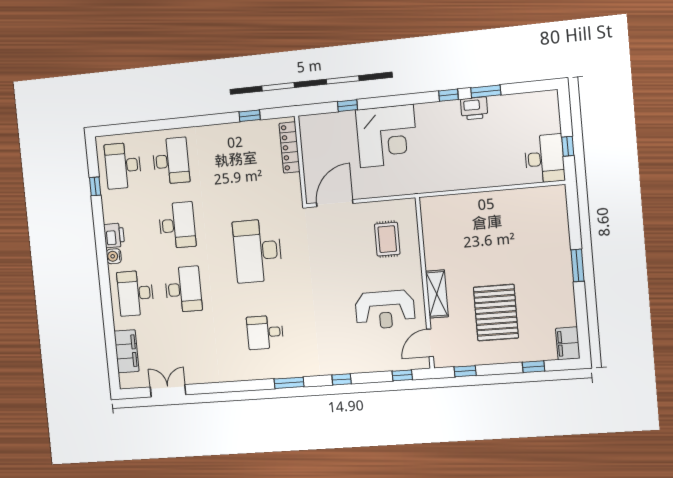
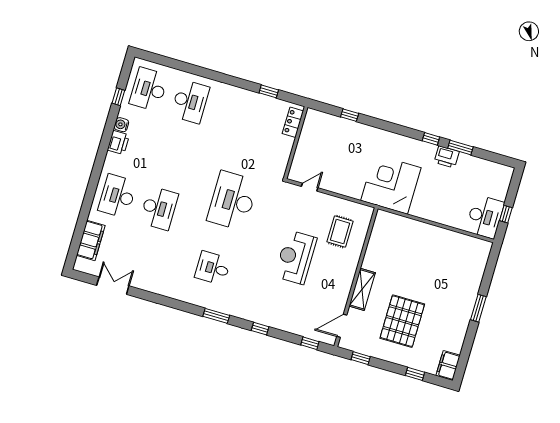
corner desk: (387, 136) -> (391, 184), moved, turned 180
locker: (290, 147) -> (293, 122), width x0.66
door: (335, 203) -> (310, 187), width x0.53
desk: (177, 225) -> (174, 155), removed
water cooler: (114, 256) -> (121, 125), moved
reception desk: (385, 310) -> (296, 257), moved, turned 90

